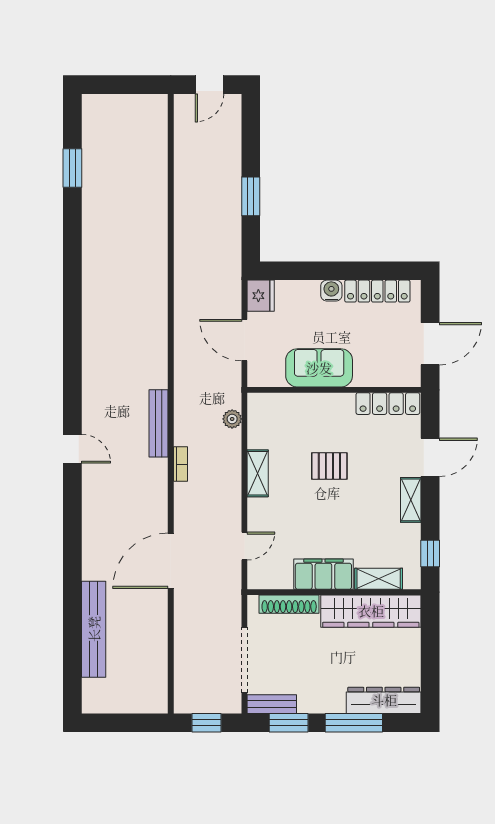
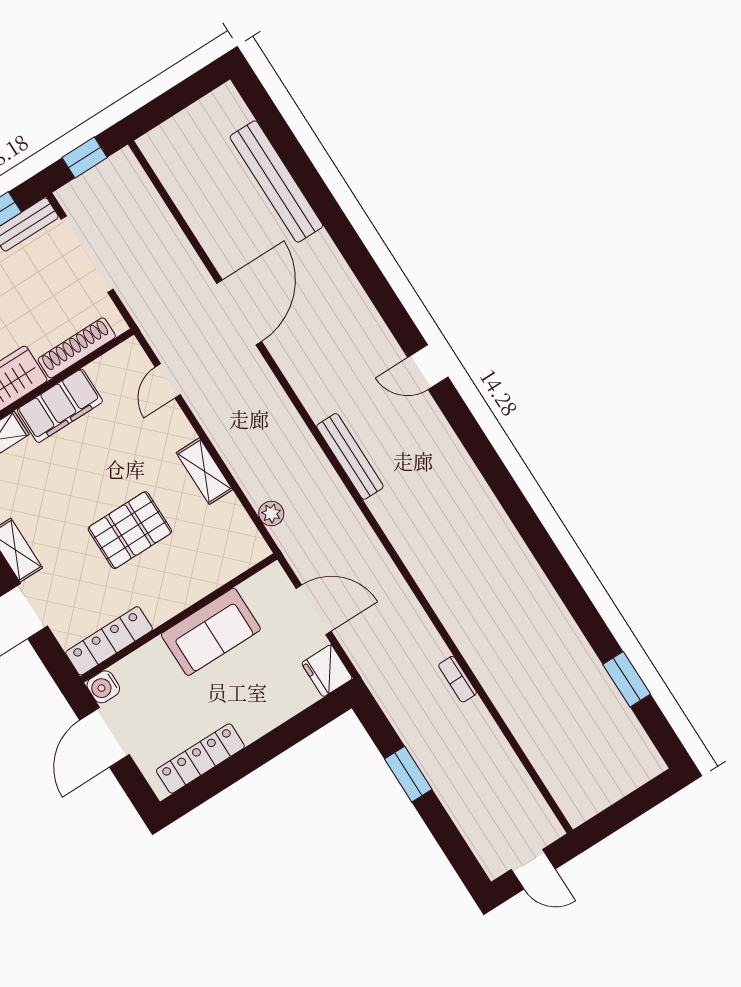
door: (210, 85) -> (533, 869), swing flipped
water cooler: (331, 291) -> (103, 687), moved, turned 90
bookcase: (180, 464) -> (458, 679), moved
pallet: (329, 466) -> (130, 530), width x1.50, depth x1.42

